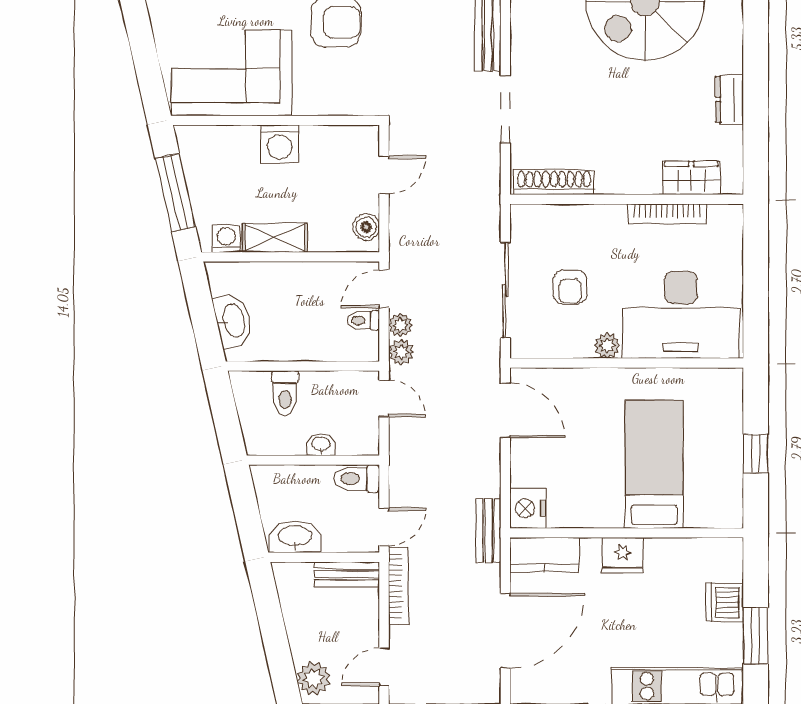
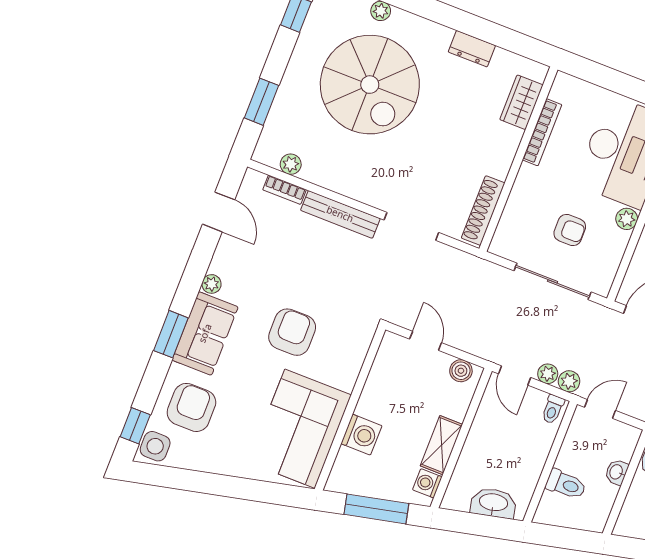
washing machine: (280, 144) -> (361, 435), moved
toilet: (363, 320) -> (553, 409), moved

